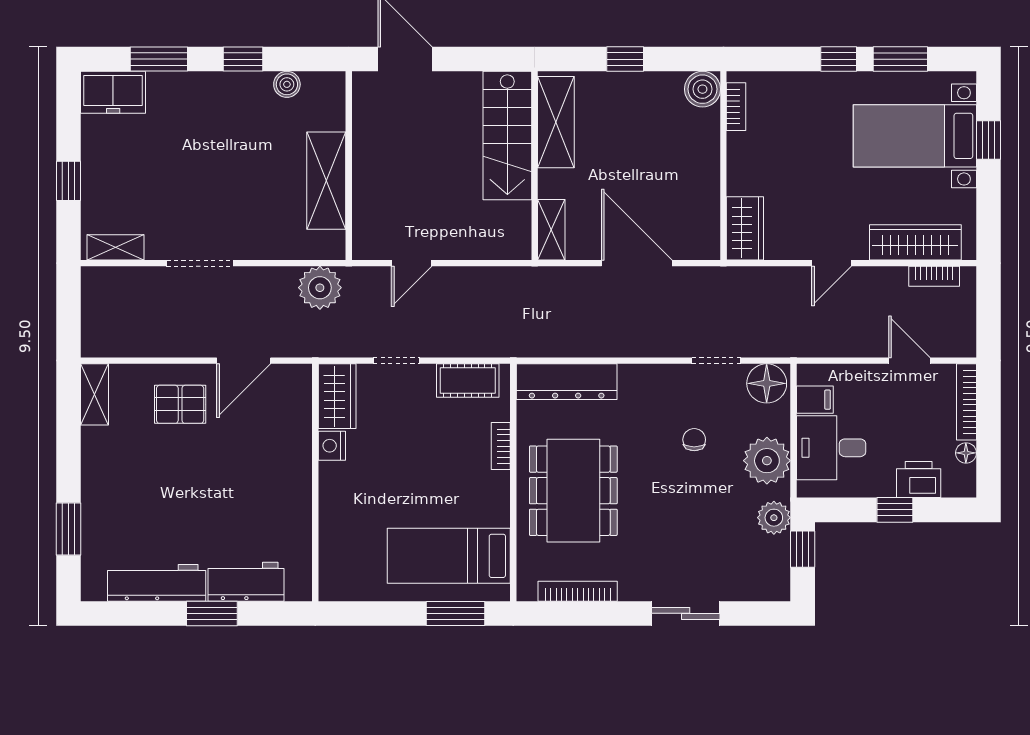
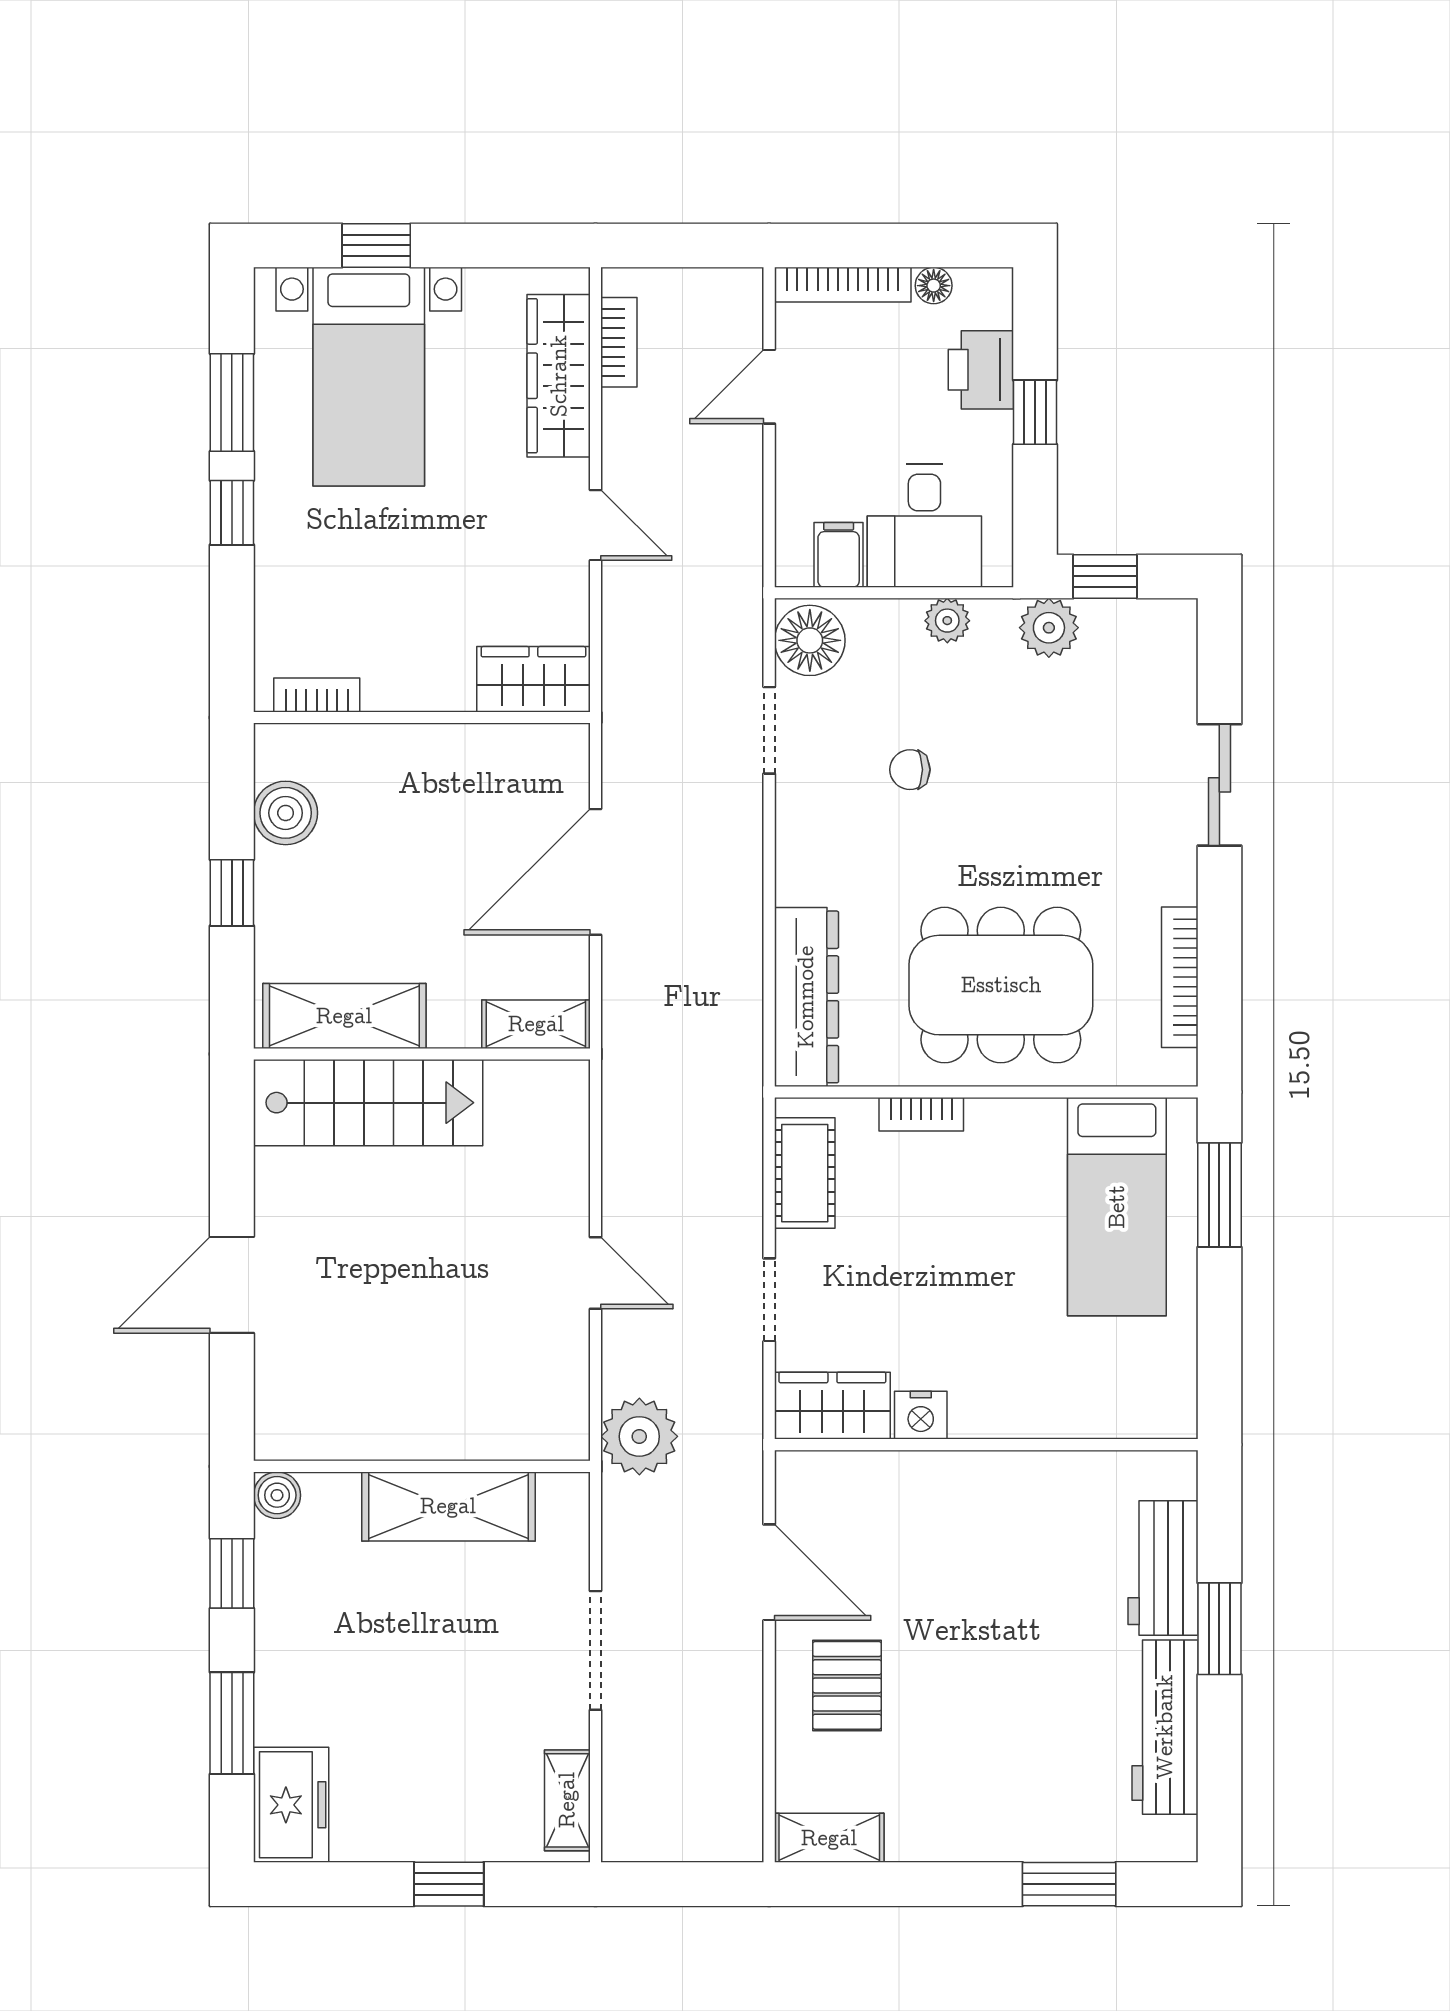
boiler: (702, 89) -> (286, 813), moved
wall: (349, 166) -> (422, 1466), moved
shelving: (326, 181) -> (448, 1506), moved
plant: (767, 461) -> (947, 621), width x0.53, depth x0.53

